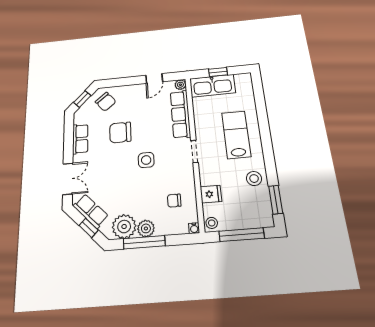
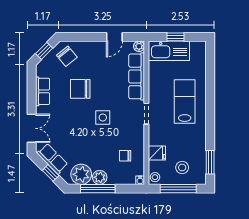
stool: (254, 179) -> (182, 167), moved

